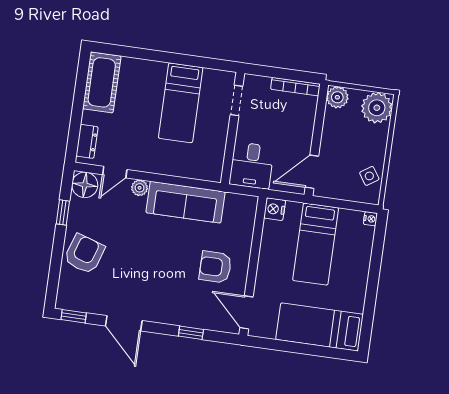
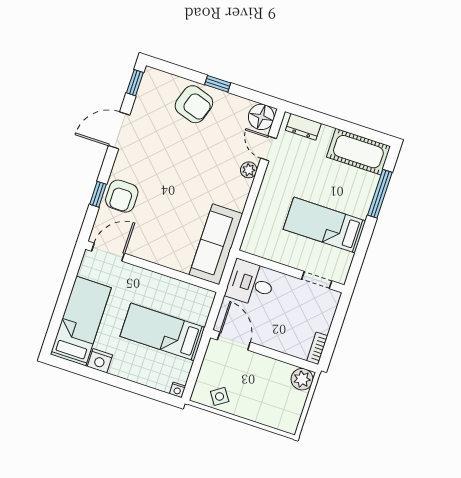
window: (140, 53) -> (380, 194), added
bookcase: (295, 87) -> (317, 348), width x0.64
plant: (377, 108) -> (285, 416), removed
sofa: (186, 202) -> (216, 244), moved
nightstand: (275, 209) -> (100, 361), moved, turned 180
window: (63, 212) -> (218, 84), moved
armchair: (215, 267) -> (122, 196), moved, turned 180

